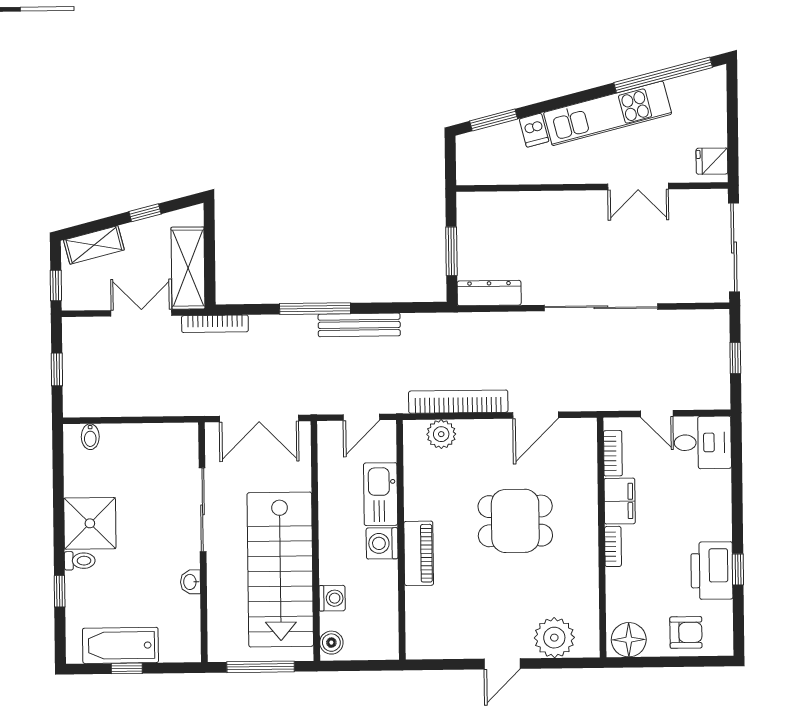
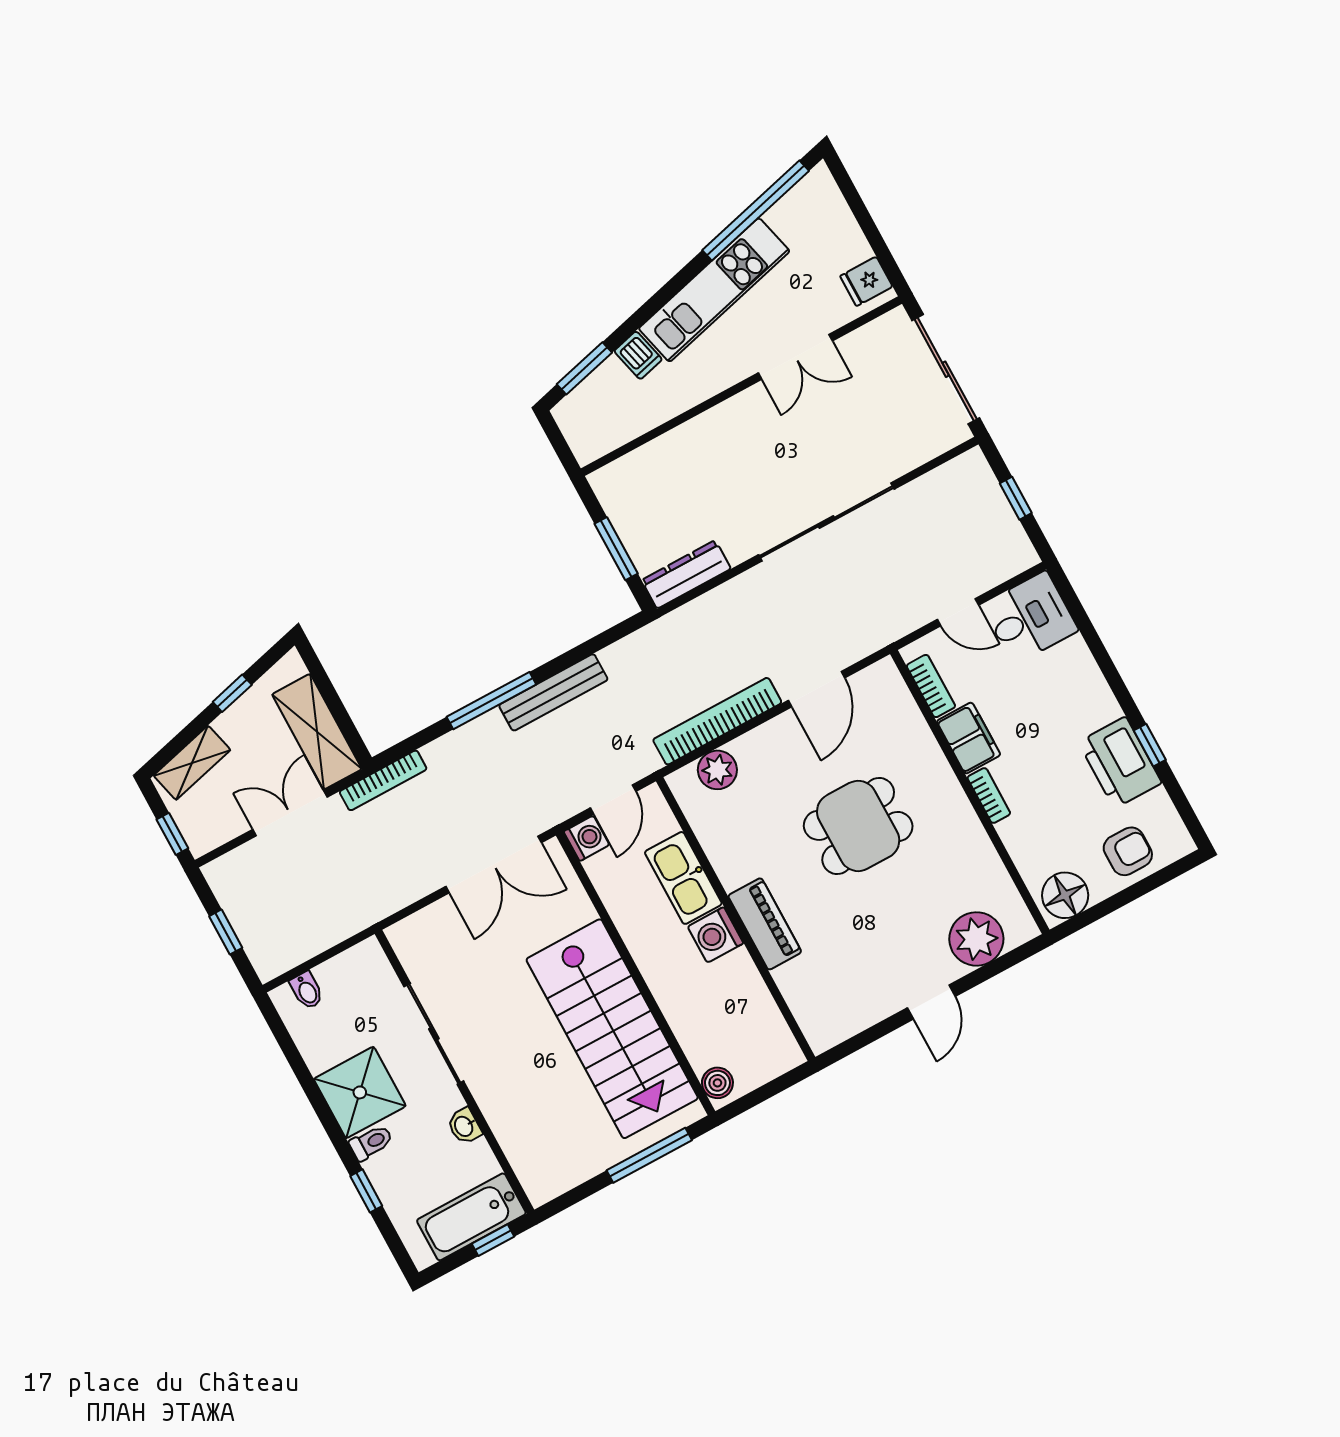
sliding door: (203, 510) -> (434, 1034), moved
wall: (203, 542) -> (454, 1072), moved
washbasin: (190, 582) -> (464, 1126), moved
washing machine: (332, 598) -> (587, 838), moved

